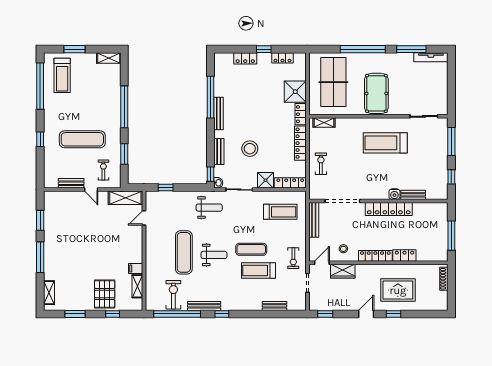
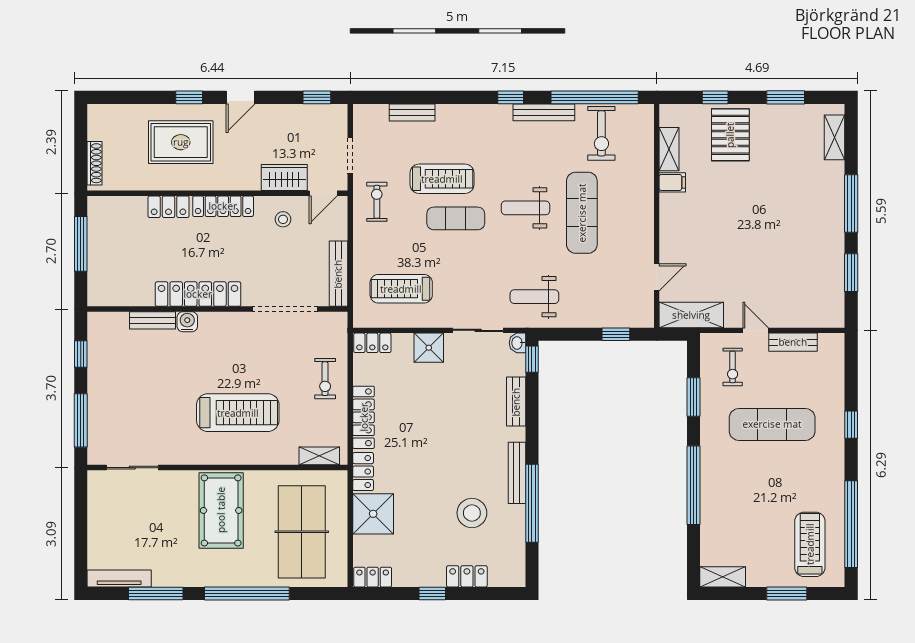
locker: (282, 58) -> (373, 577), moved
treadmill: (385, 143) -> (238, 413), moved
stool: (250, 149) -> (472, 513), moved
locker: (290, 183) -> (372, 343), width x0.66

